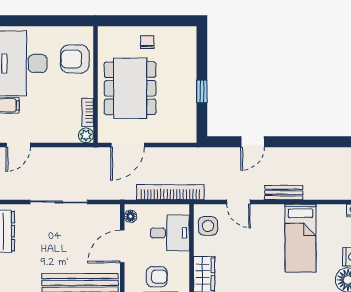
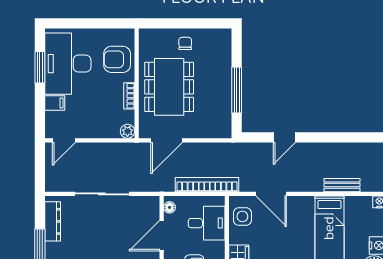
window: (202, 92) -> (237, 90), width x2.17
bookcase: (88, 112) -> (129, 96), moved
bench: (284, 193) -> (342, 185), moved
door: (238, 202) -> (271, 194), width x1.38

